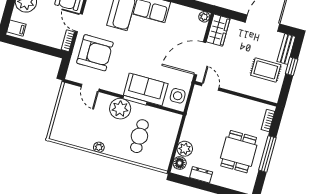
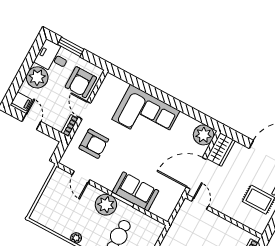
plant: (204, 17) -> (204, 135), width x1.87, depth x1.87
door: (30, 45) -> (31, 122), added
armchair: (95, 53) -> (94, 144), width x0.73, depth x0.73
side table: (178, 96) -> (166, 205), removed

